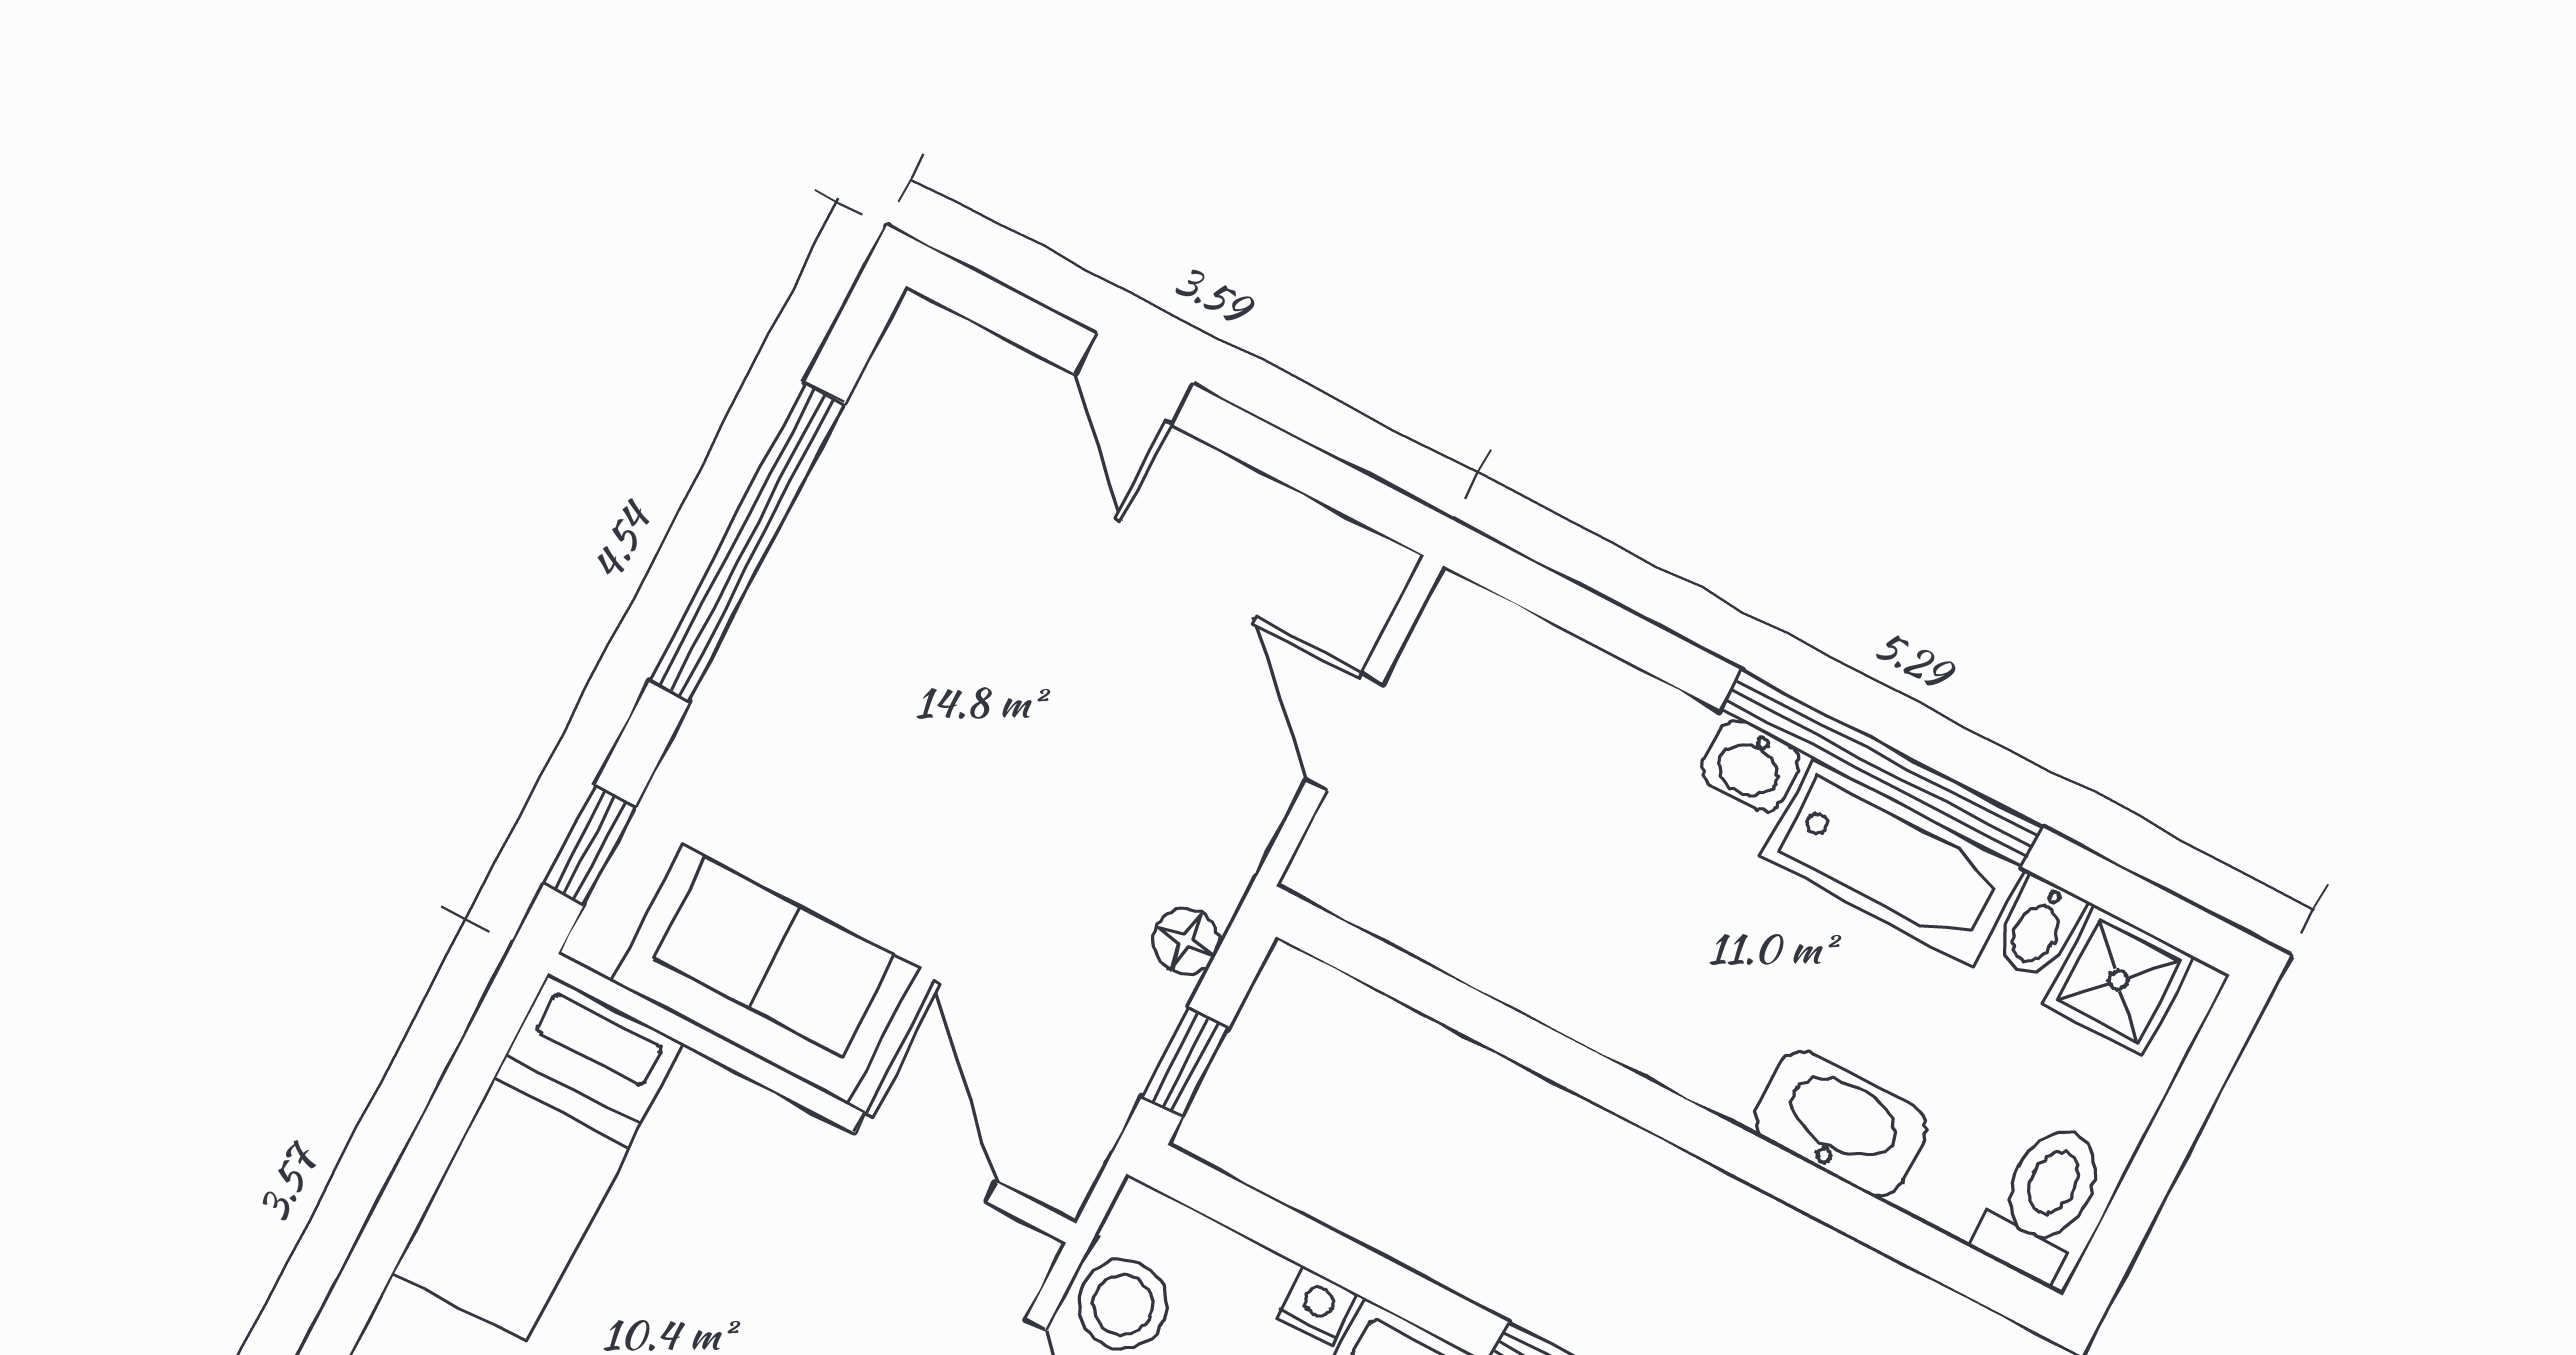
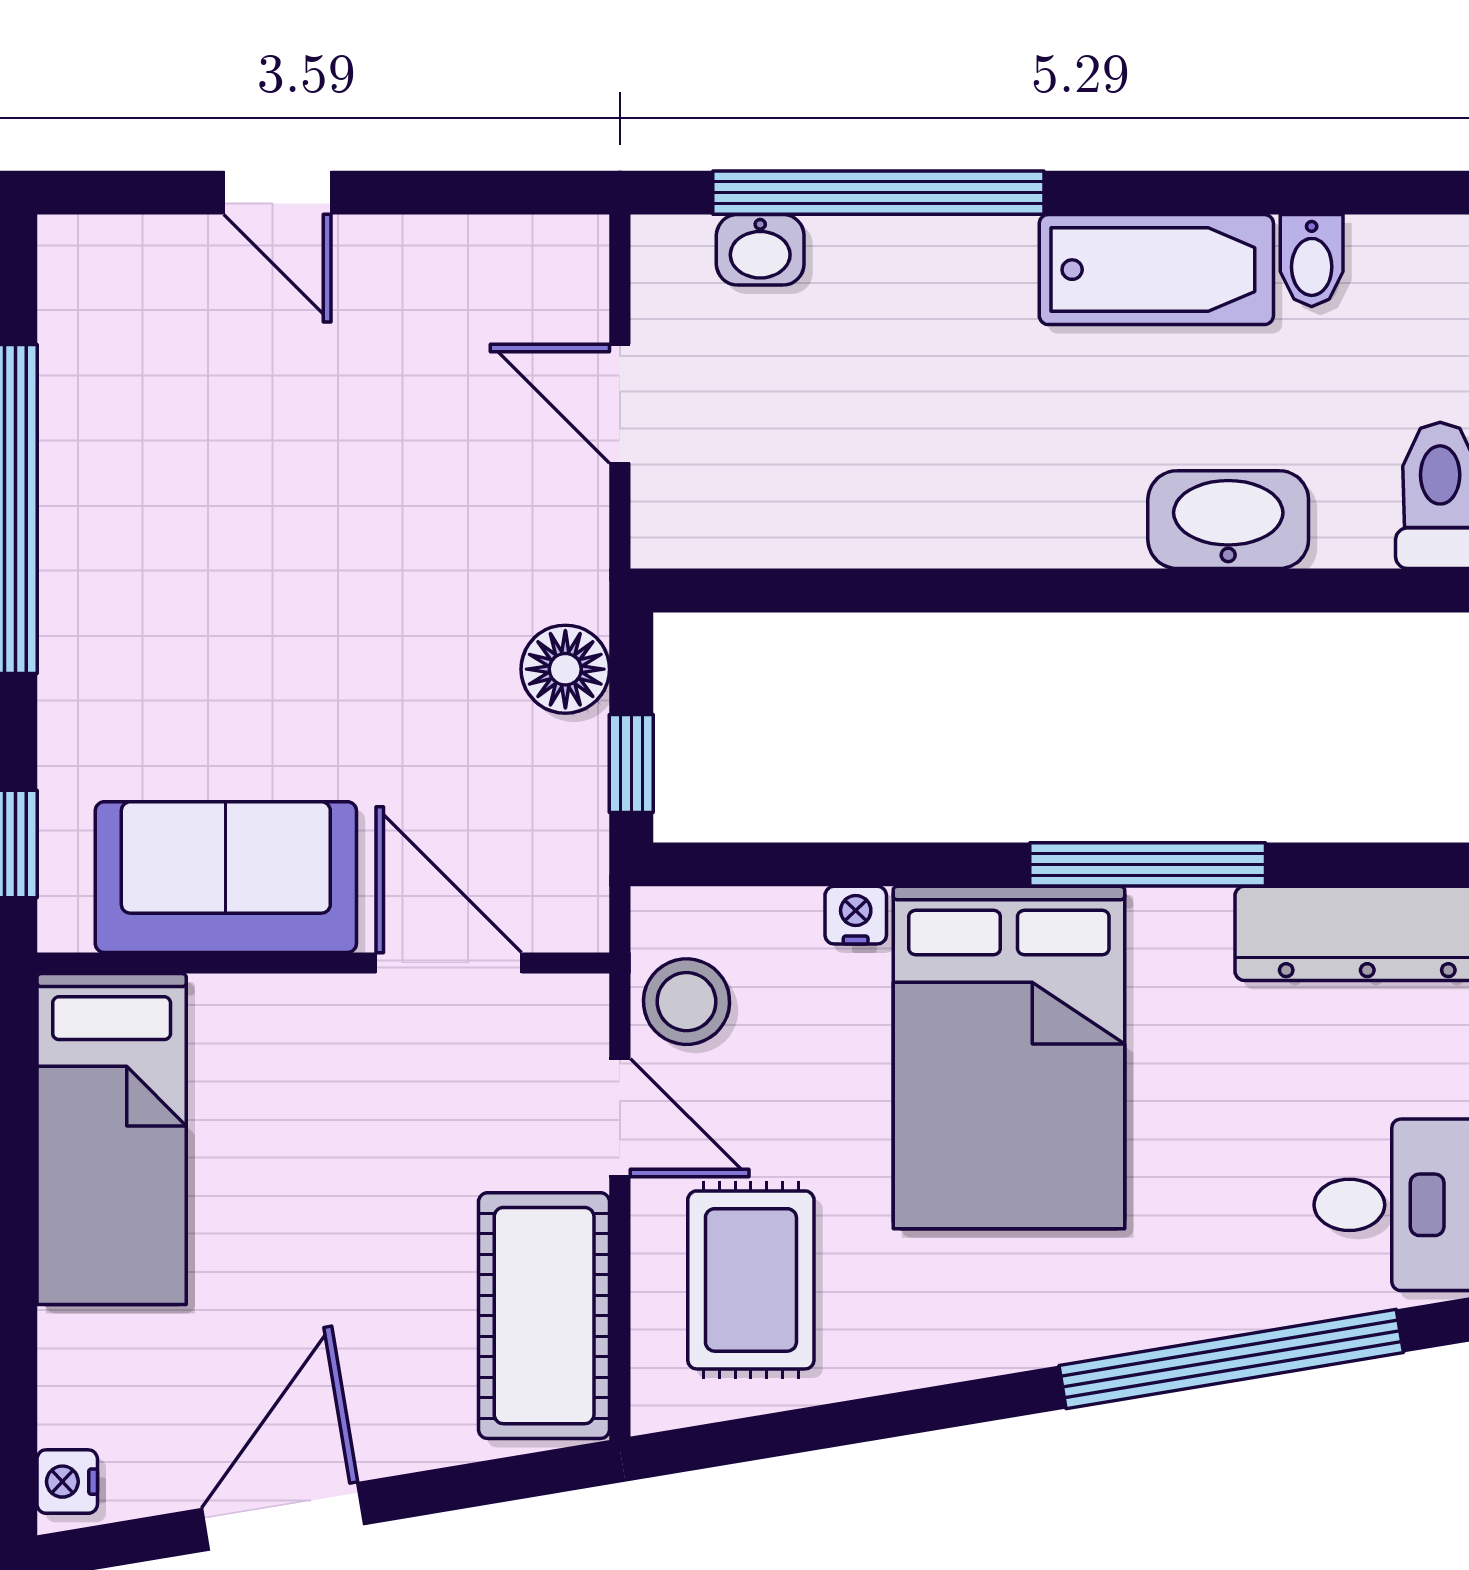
washbasin: (1751, 766) -> (760, 250), moved
window: (1882, 768) -> (878, 193), moved
floor lamp: (1186, 941) -> (565, 669), width x1.37, depth x1.37
shower: (2118, 980) -> (1405, 270), removed

